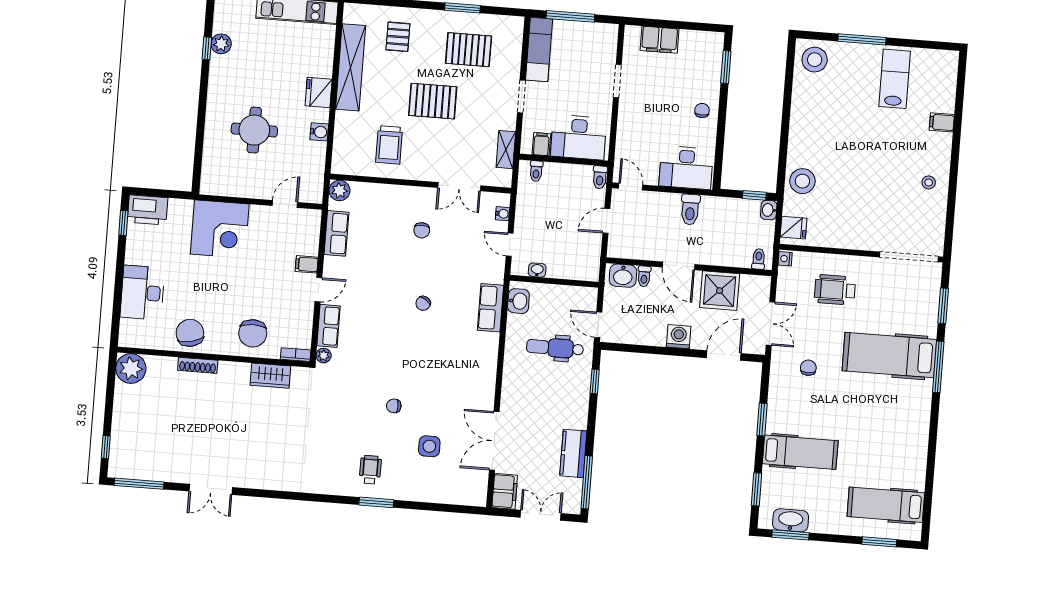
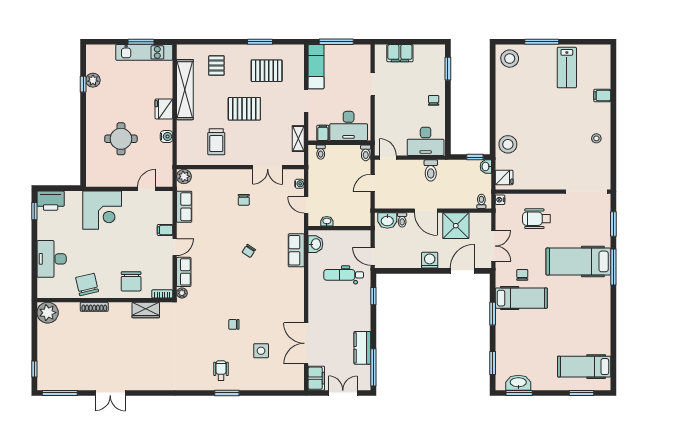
lab bench: (895, 79) -> (567, 68), turned 180
hospital bed: (800, 452) -> (521, 298), moved

